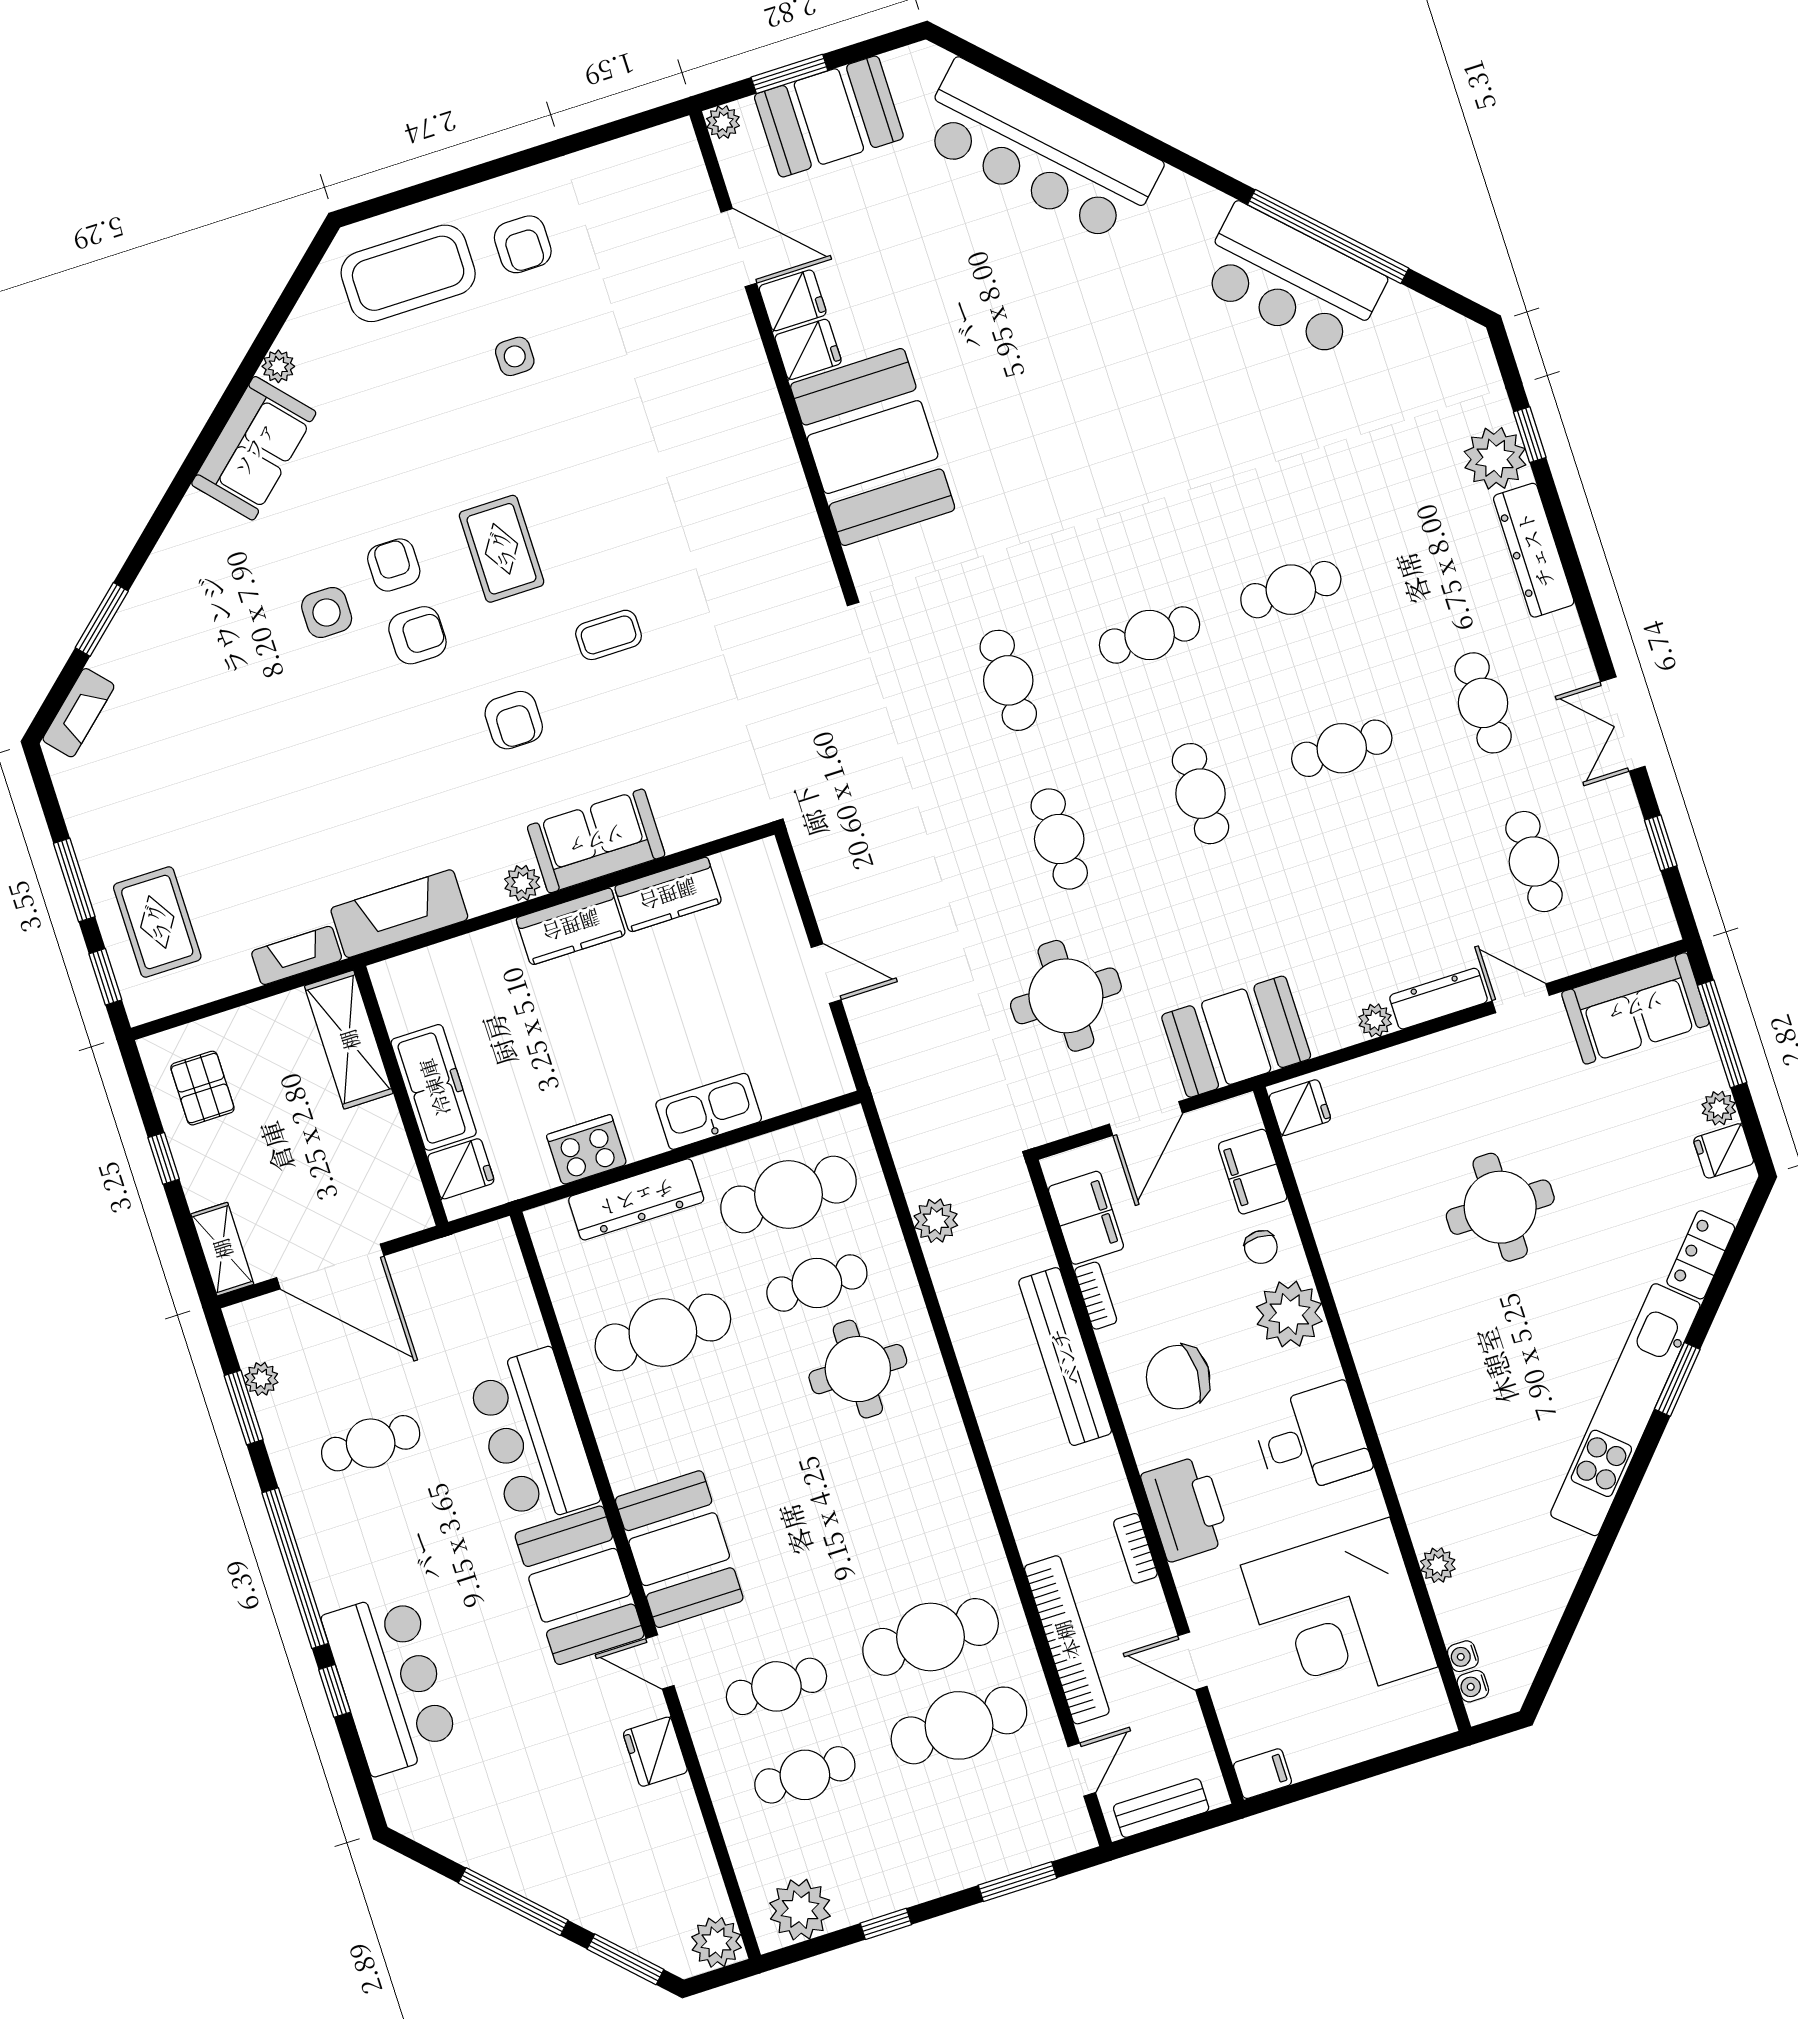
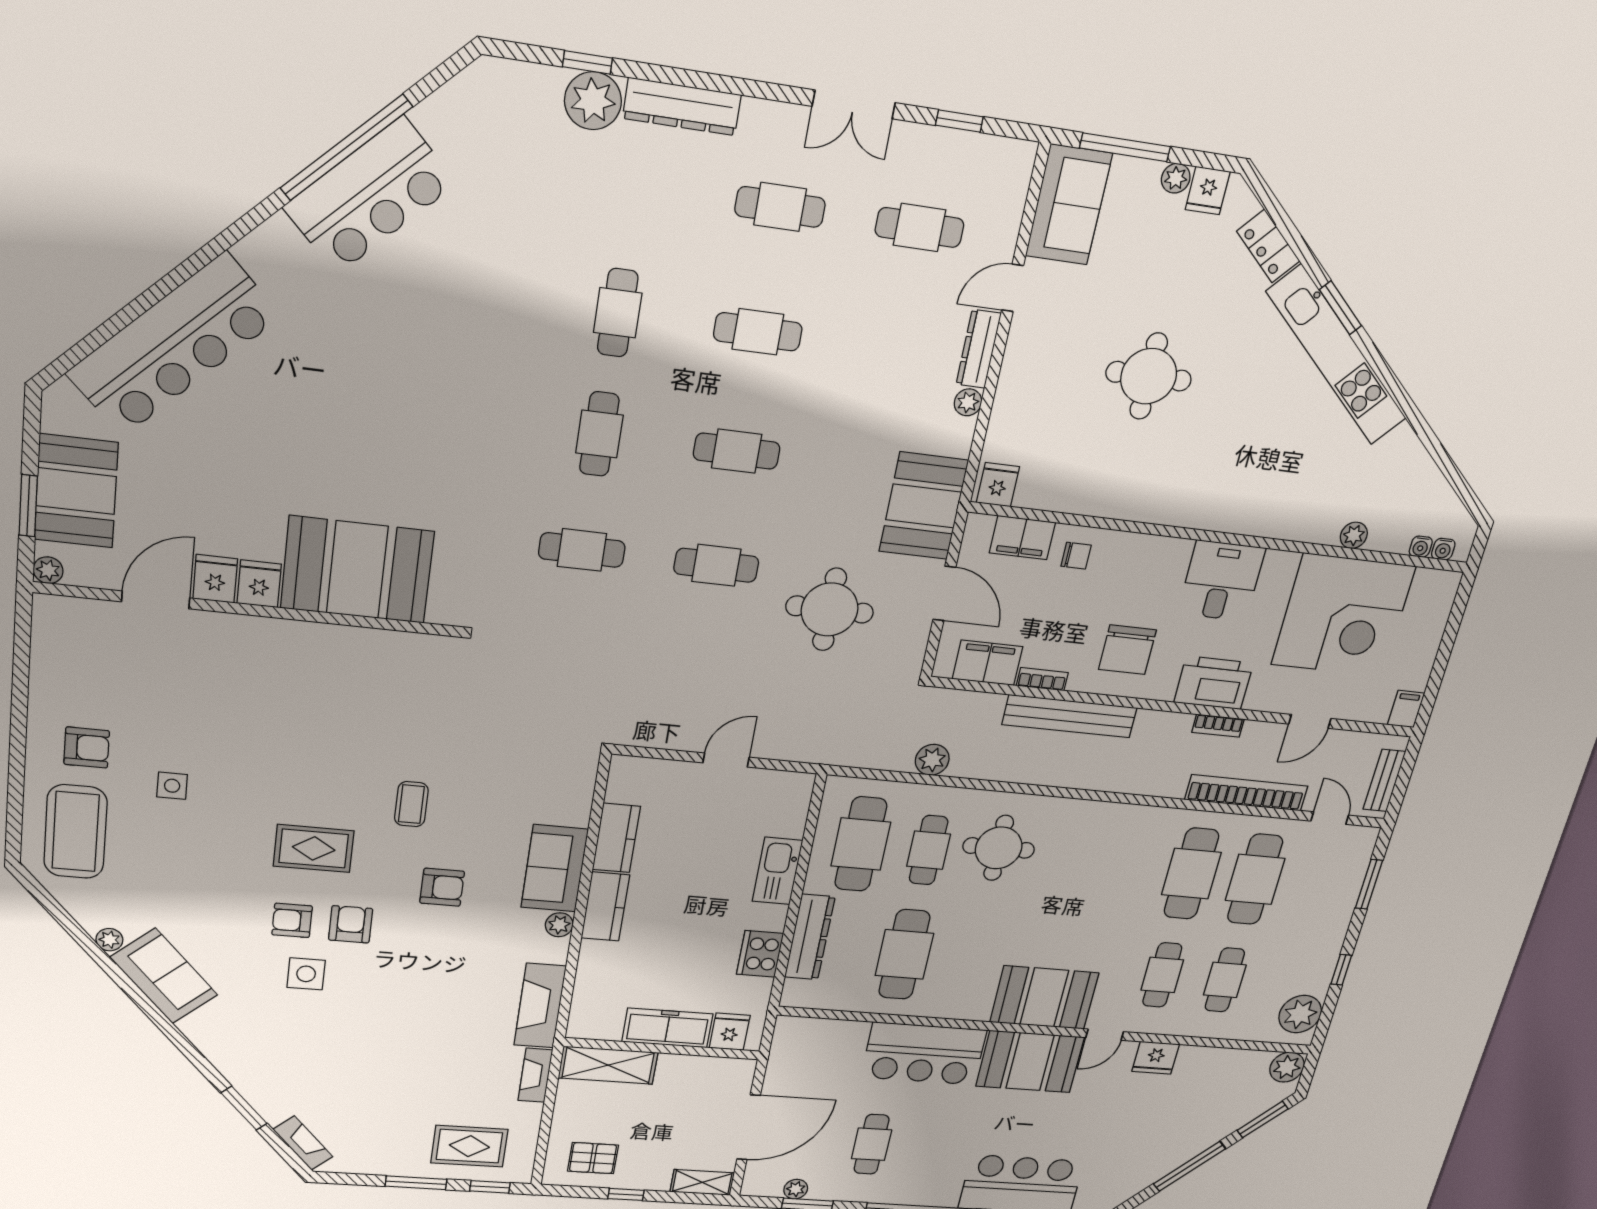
cafe table: (1342, 748) -> (758, 332), turned 90
plant: (1289, 1314) -> (1132, 557), removed

